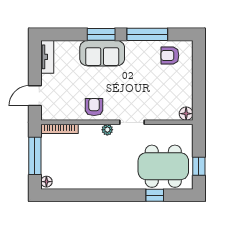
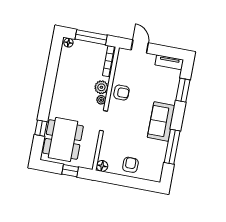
window: (101, 34) -> (183, 90), moved
sofa: (102, 53) -> (161, 122), moved
armchair: (170, 55) -> (130, 165), moved
plant: (92, 132) -> (101, 87), added
window: (199, 166) -> (70, 171), moved

